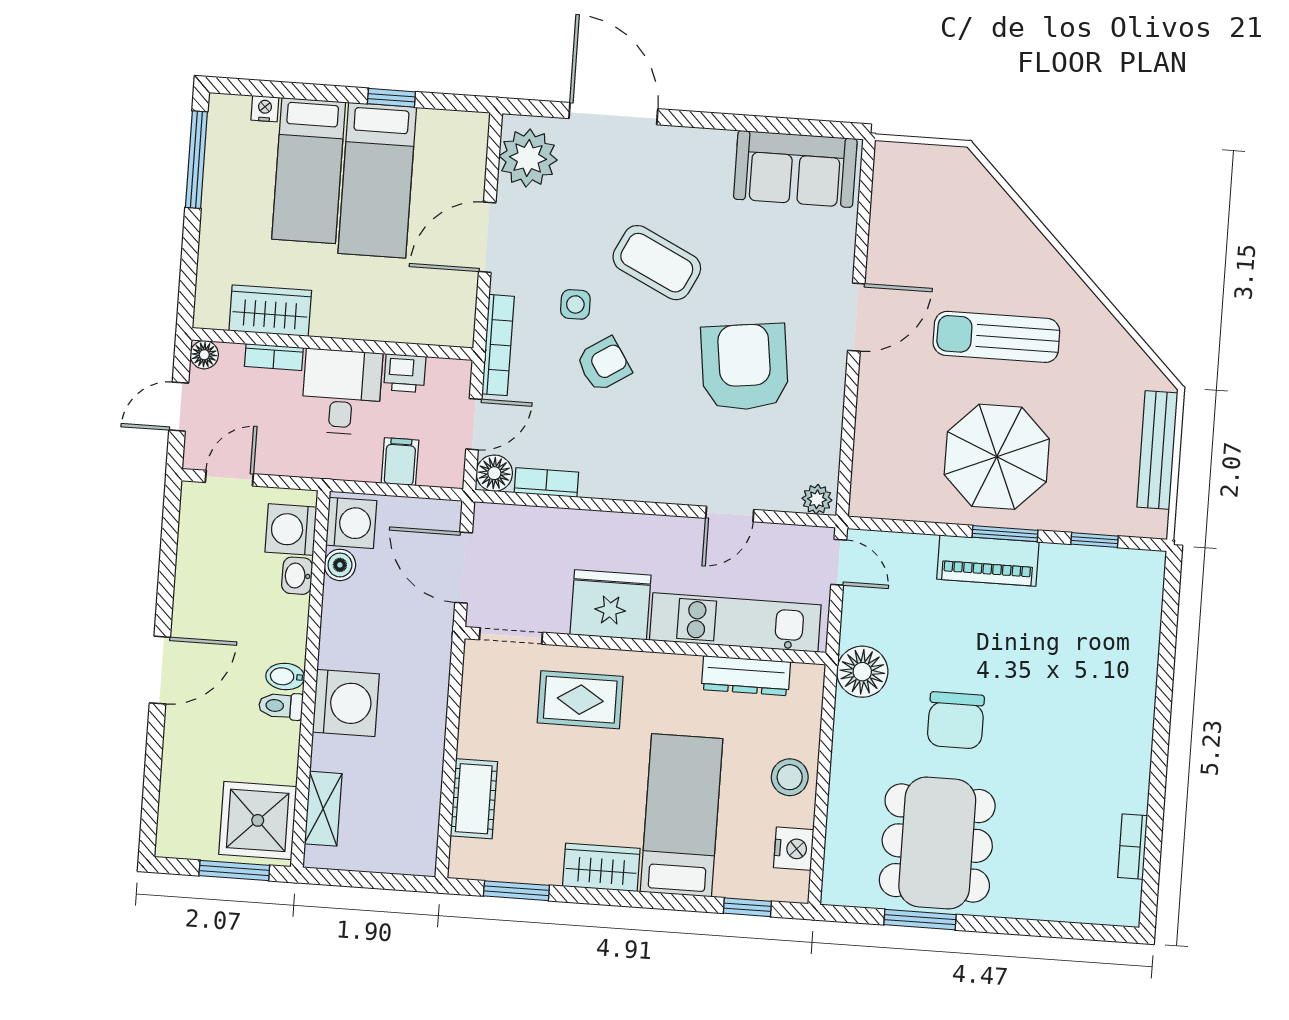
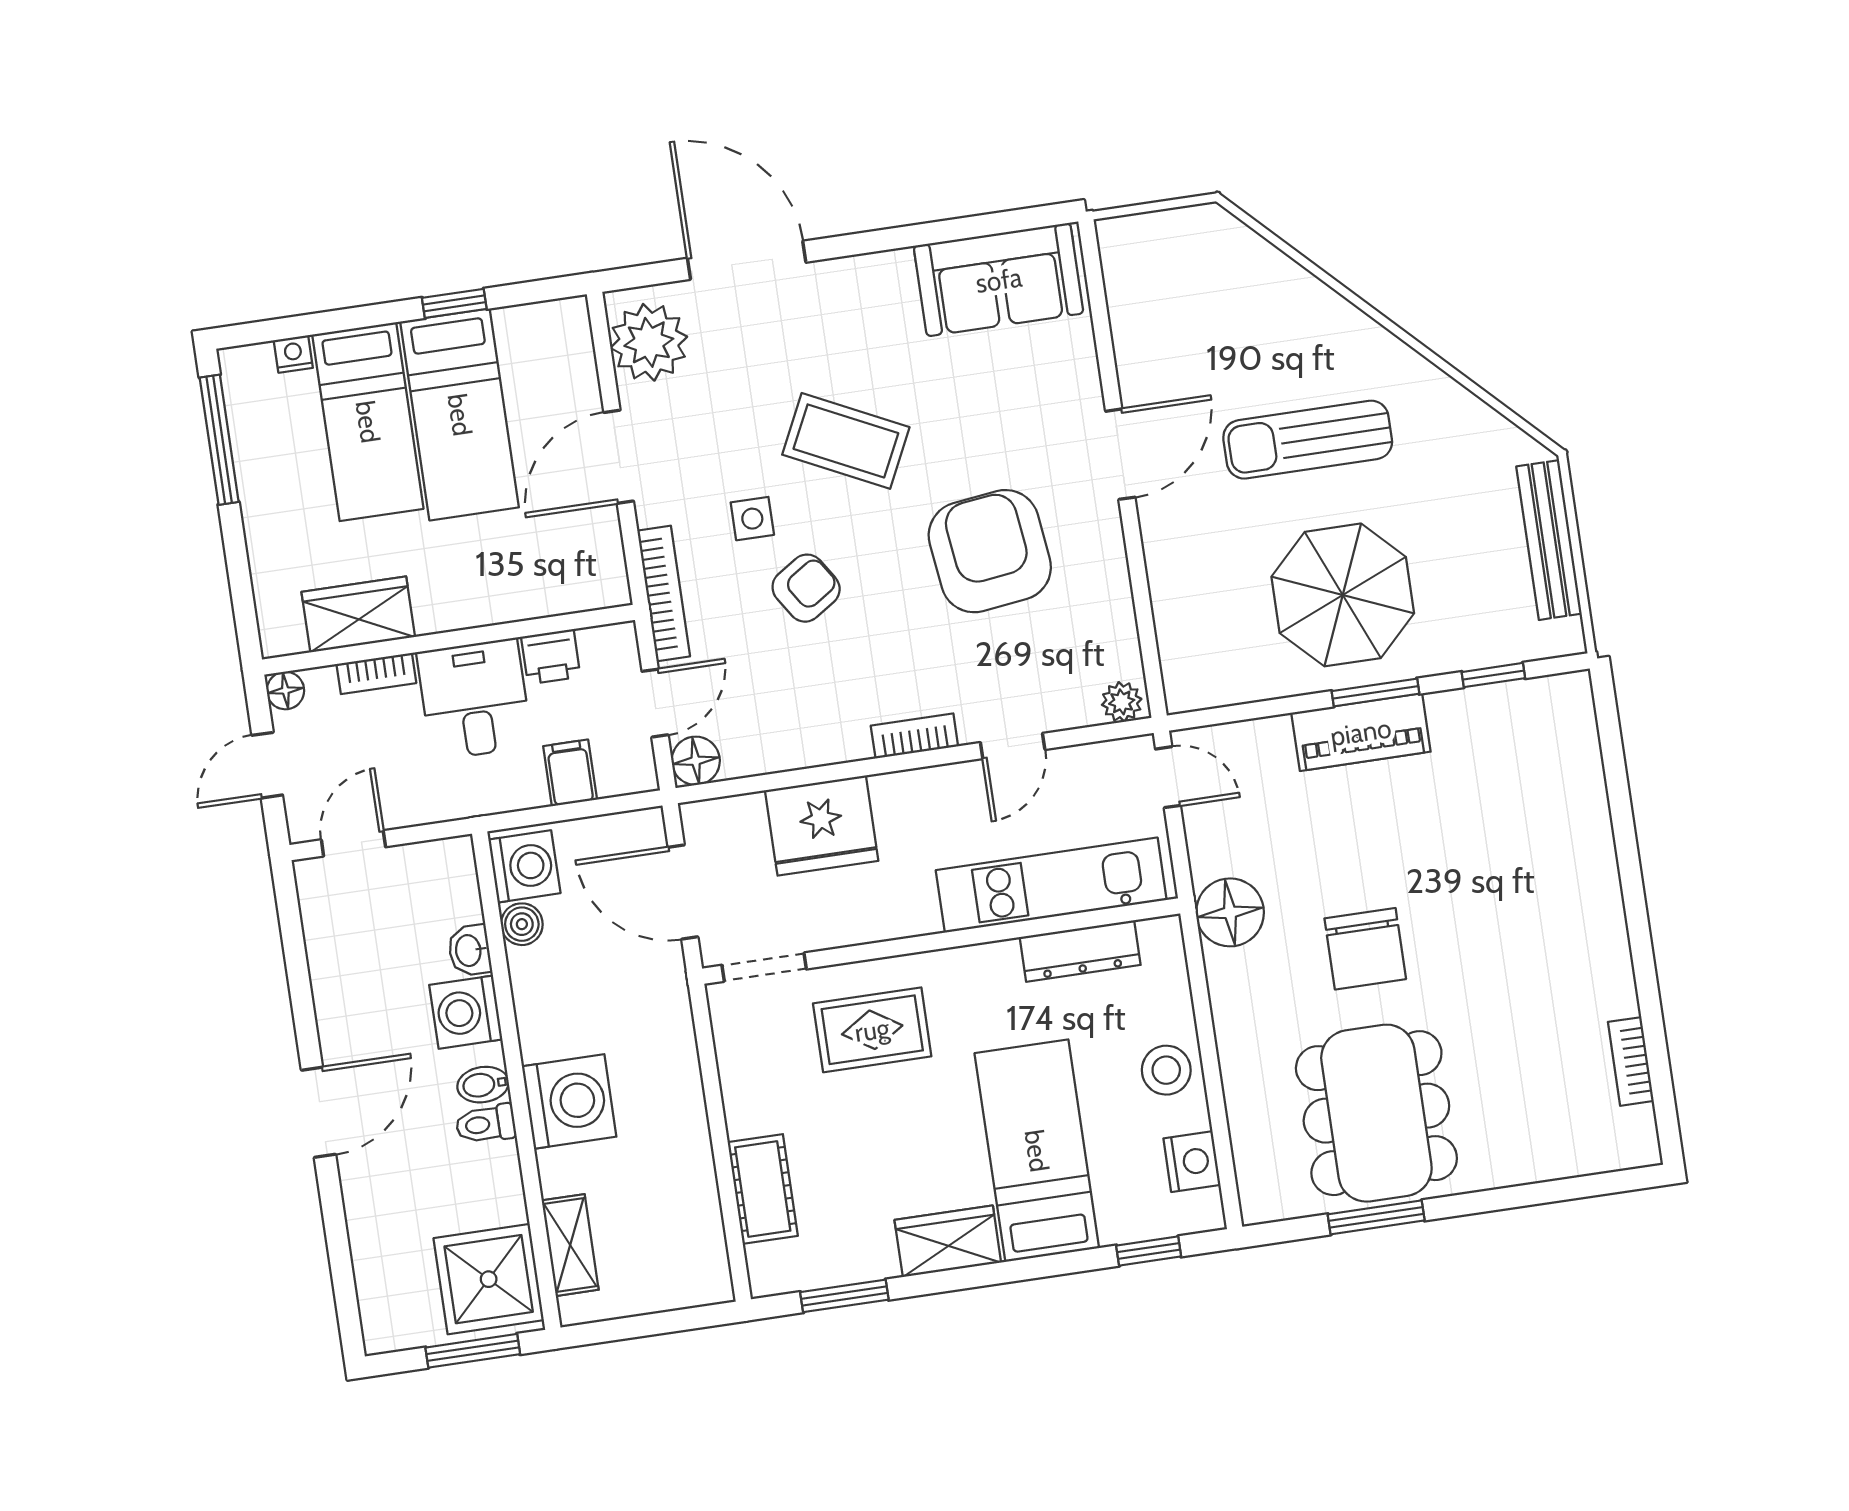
bookcase: (546, 482) -> (914, 736), moved
washing machine: (291, 530) -> (466, 1012), moved
fridge: (610, 605) -> (822, 826), moved, turned 180

